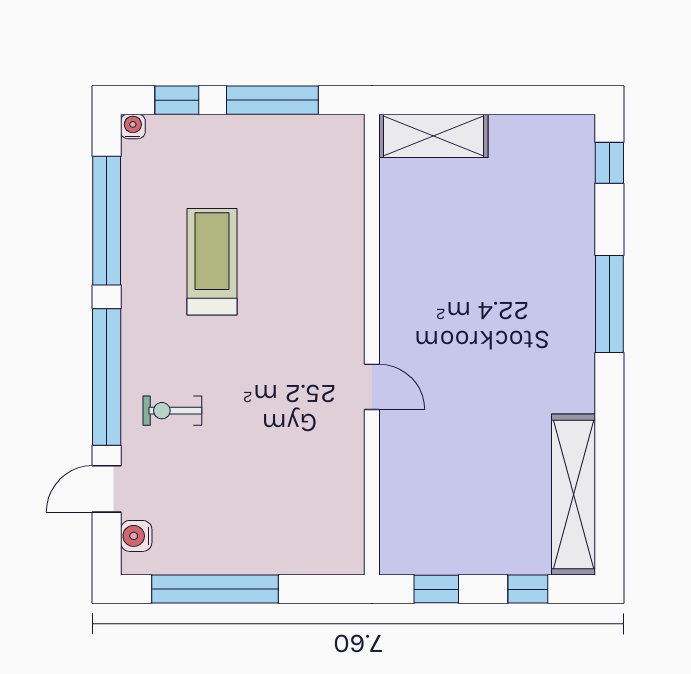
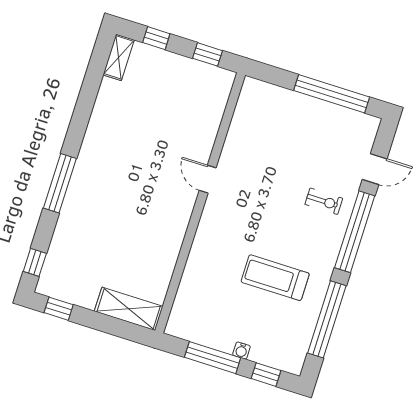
window: (547, 100) -> (59, 309), added
water cooler: (133, 126) -> (241, 350), moved
treadmill: (212, 262) -> (275, 278), turned 90
shelving: (574, 494) -> (119, 57), width x0.45, depth x0.75
water cooler: (136, 536) -> (366, 138), removed

